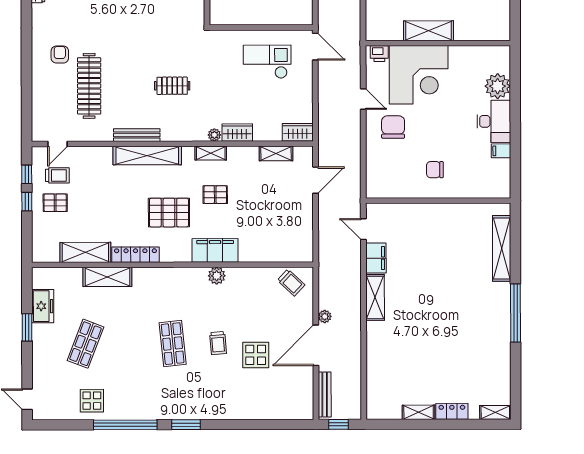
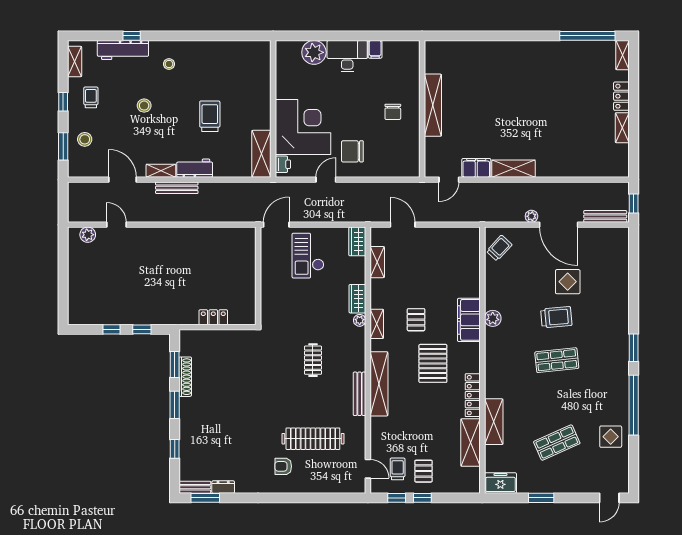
shelving: (428, 31) -> (261, 154), moved
checkout: (267, 62) -> (308, 256), moved
shelving: (502, 248) -> (433, 105), moved, turned 90
freezer: (43, 306) -> (500, 483), moved
window: (516, 313) -> (587, 36), moved
trolley: (218, 343) -> (556, 317), width x1.36, depth x1.39
shop shelf: (86, 344) -> (557, 443), turned -45

